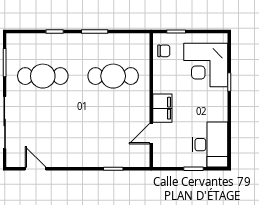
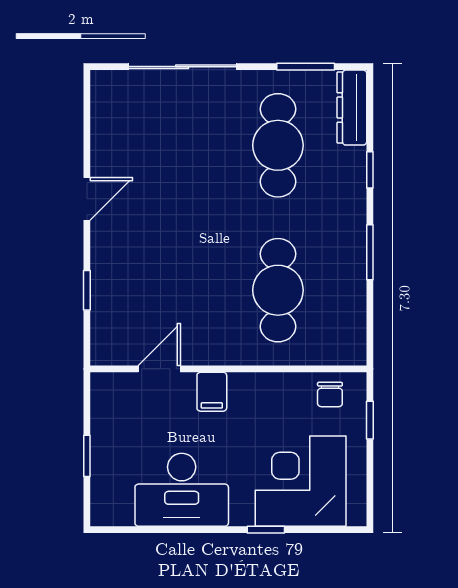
dresser: (24, 40) -> (352, 108), added
filing cabinet: (162, 108) -> (212, 392), width x0.50
door: (151, 134) -> (159, 369), hinge flipped
desk: (210, 145) -> (182, 490), moved
door: (36, 169) -> (87, 199), moved

